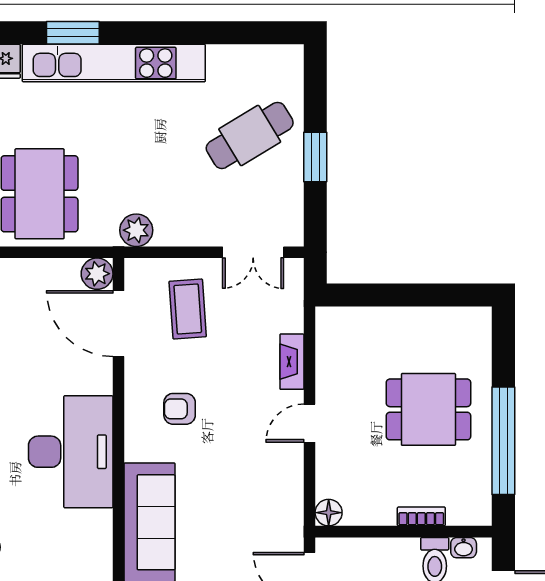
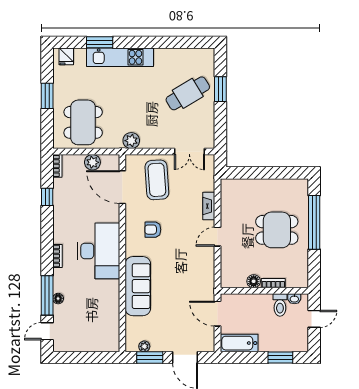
kitchen unit: (114, 63) -> (120, 57), width x0.73
window: (315, 157) -> (220, 89), moved
plant: (97, 274) -> (92, 162), moved
coffee table: (188, 309) -> (157, 180), width x1.36, depth x1.32
window: (503, 441) -> (314, 222), moved
floor lamp: (329, 513) -> (254, 281), moved

